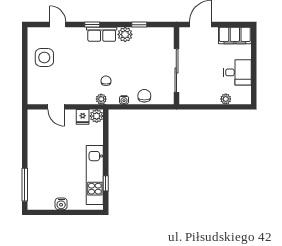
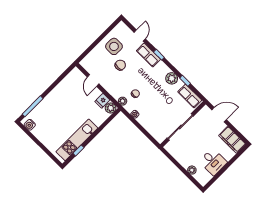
row of seats: (102, 34) -> (148, 55), moved
row of seats: (157, 34) -> (190, 96), added
chair: (144, 96) -> (120, 65), moved
water cooler: (61, 204) -> (30, 125), moved

